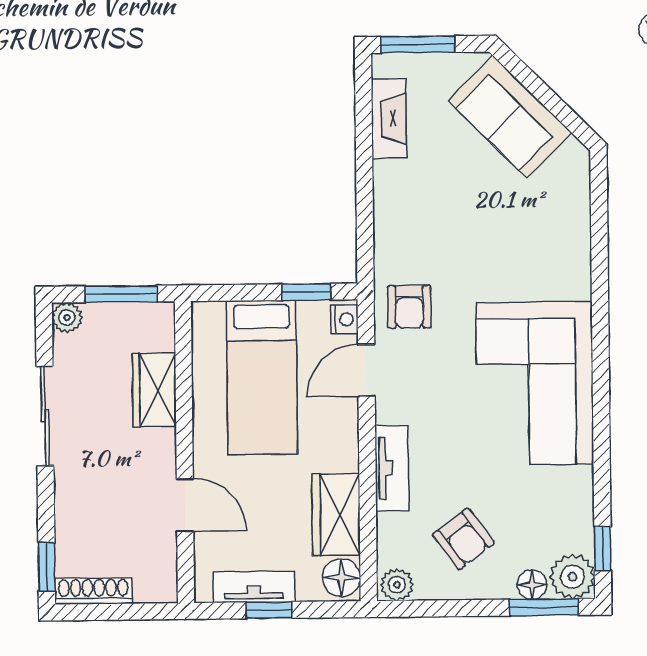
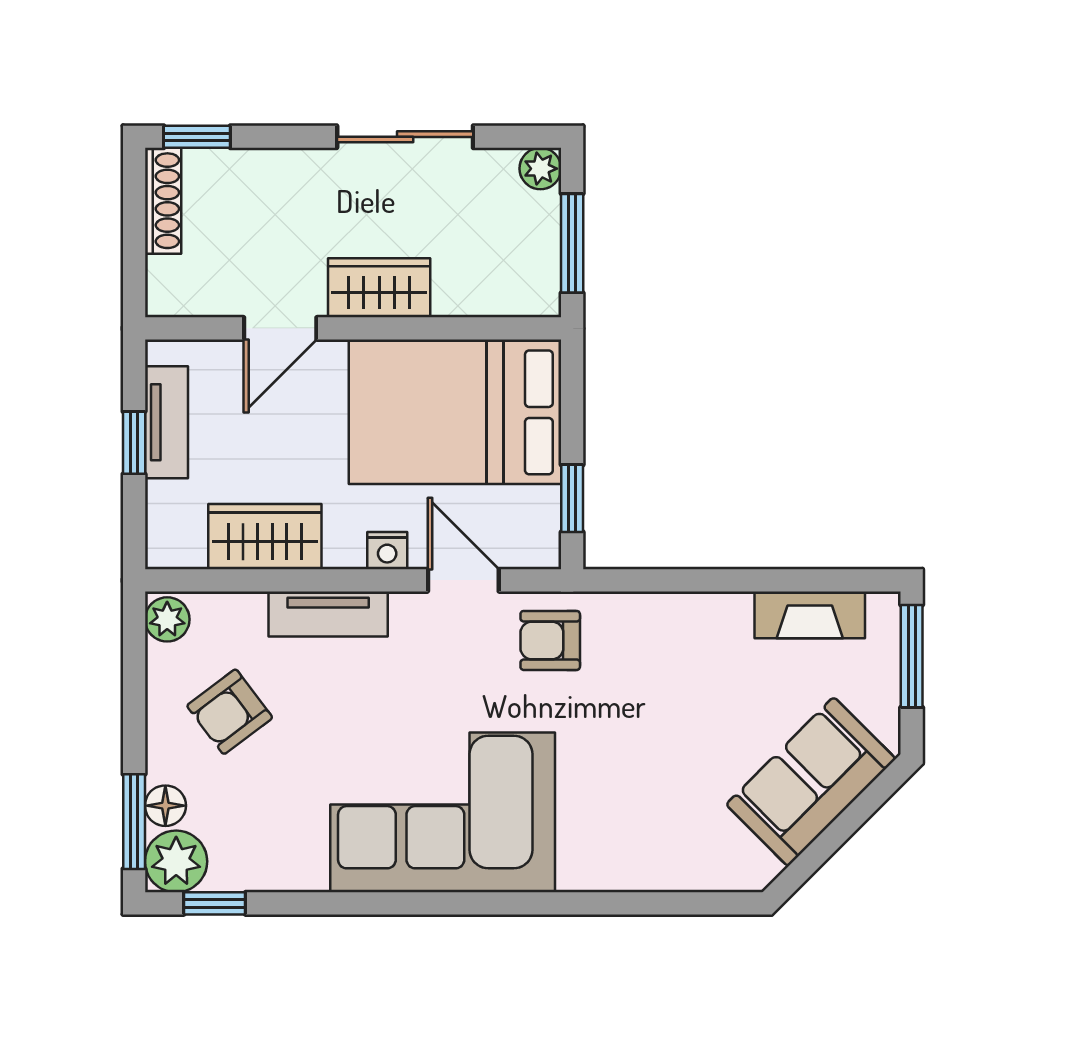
nightstand: (344, 319) -> (387, 551), moved
bed: (262, 377) -> (455, 412), width x1.50
wardrobe: (154, 390) -> (379, 288), moved
floor lamp: (342, 578) -> (178, 543), removed

